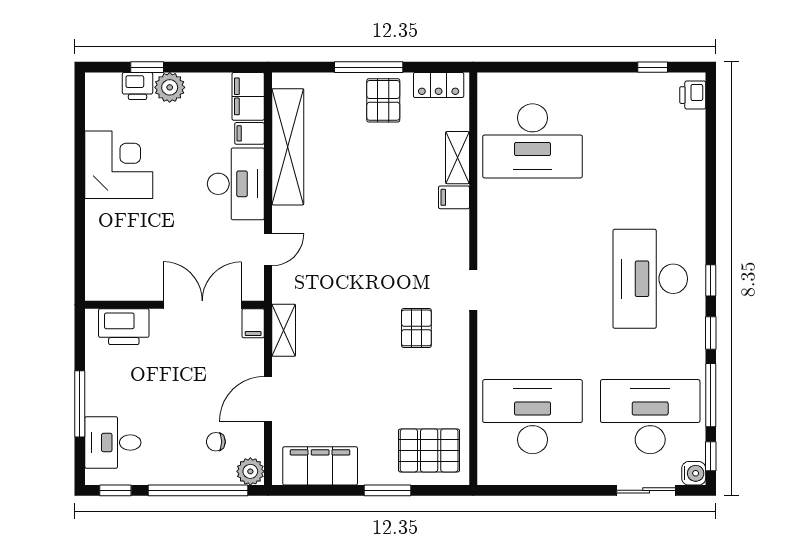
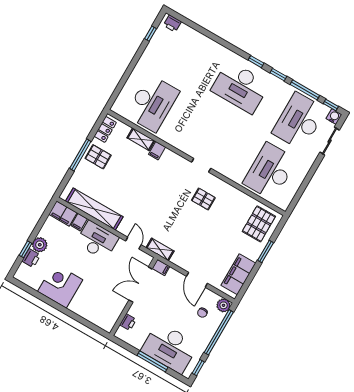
printer: (124, 327) -> (128, 322), width x0.53, depth x0.68
shelving: (284, 330) -> (160, 249), moved
desk: (113, 443) -> (170, 348), width x1.87, depth x1.30

